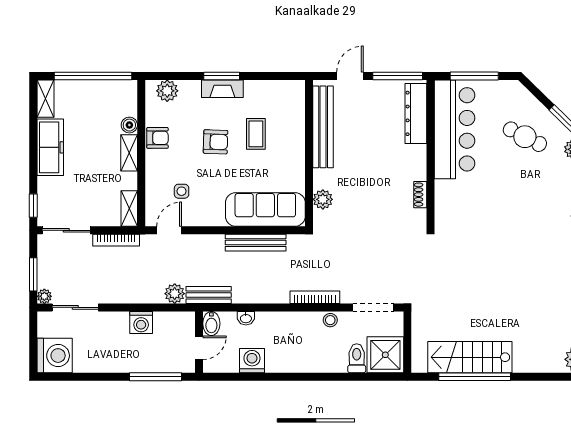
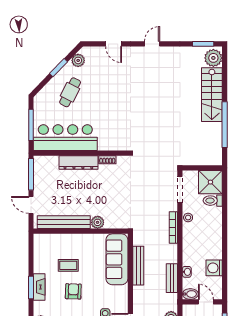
dresser: (416, 113) -> (78, 162), moved
plant: (323, 199) -> (98, 222), moved
bench: (209, 295) -> (172, 278), moved
stairs: (470, 357) -> (212, 95), moved

